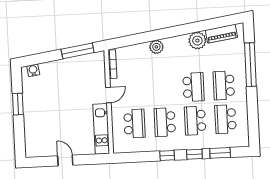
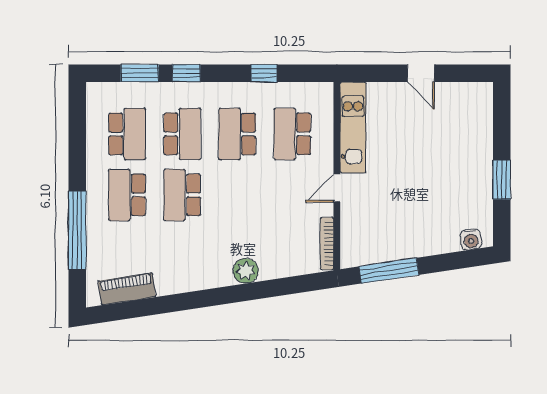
plant: (197, 41) -> (171, 279), removed
school desk: (224, 86) -> (127, 195), turned 180
school desk: (165, 122) -> (237, 134), turned 180
window: (167, 156) -> (264, 73), moved

